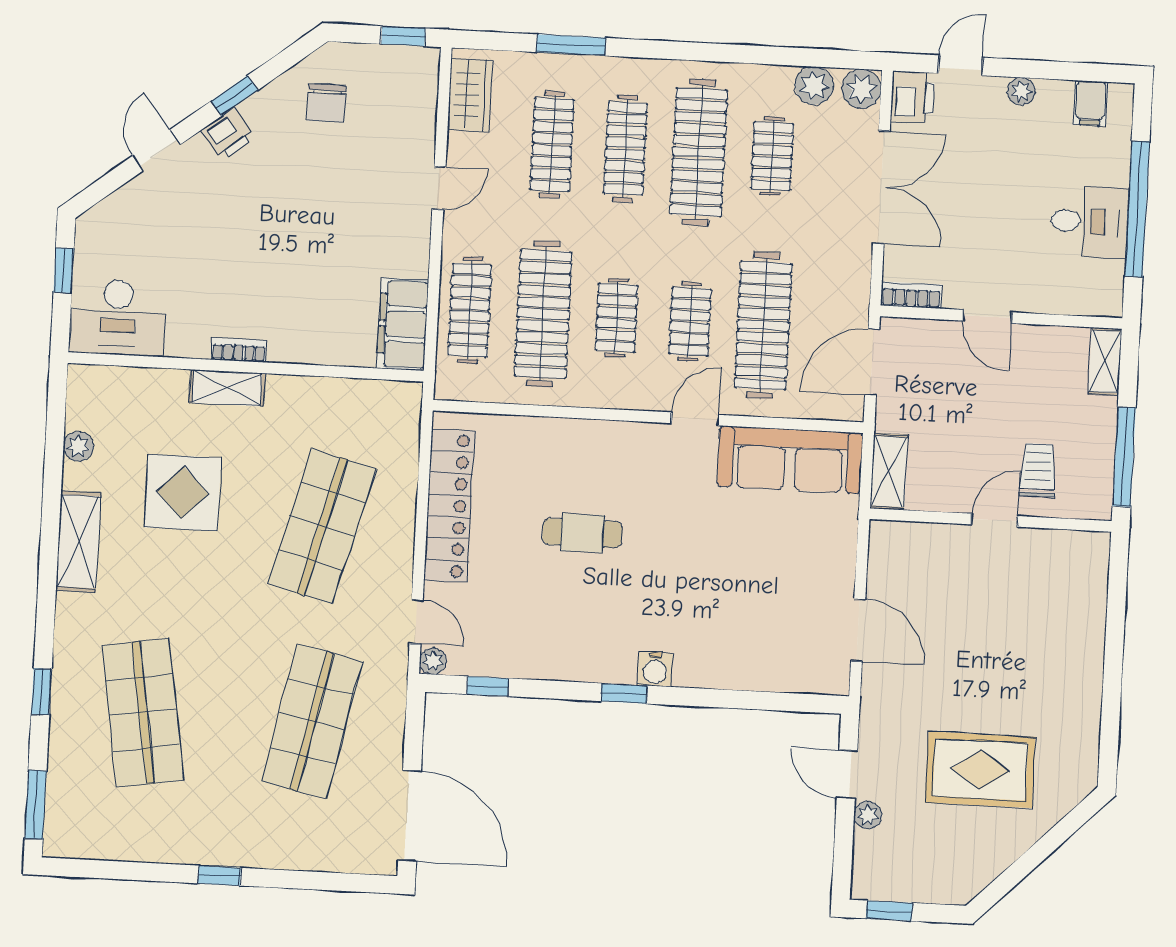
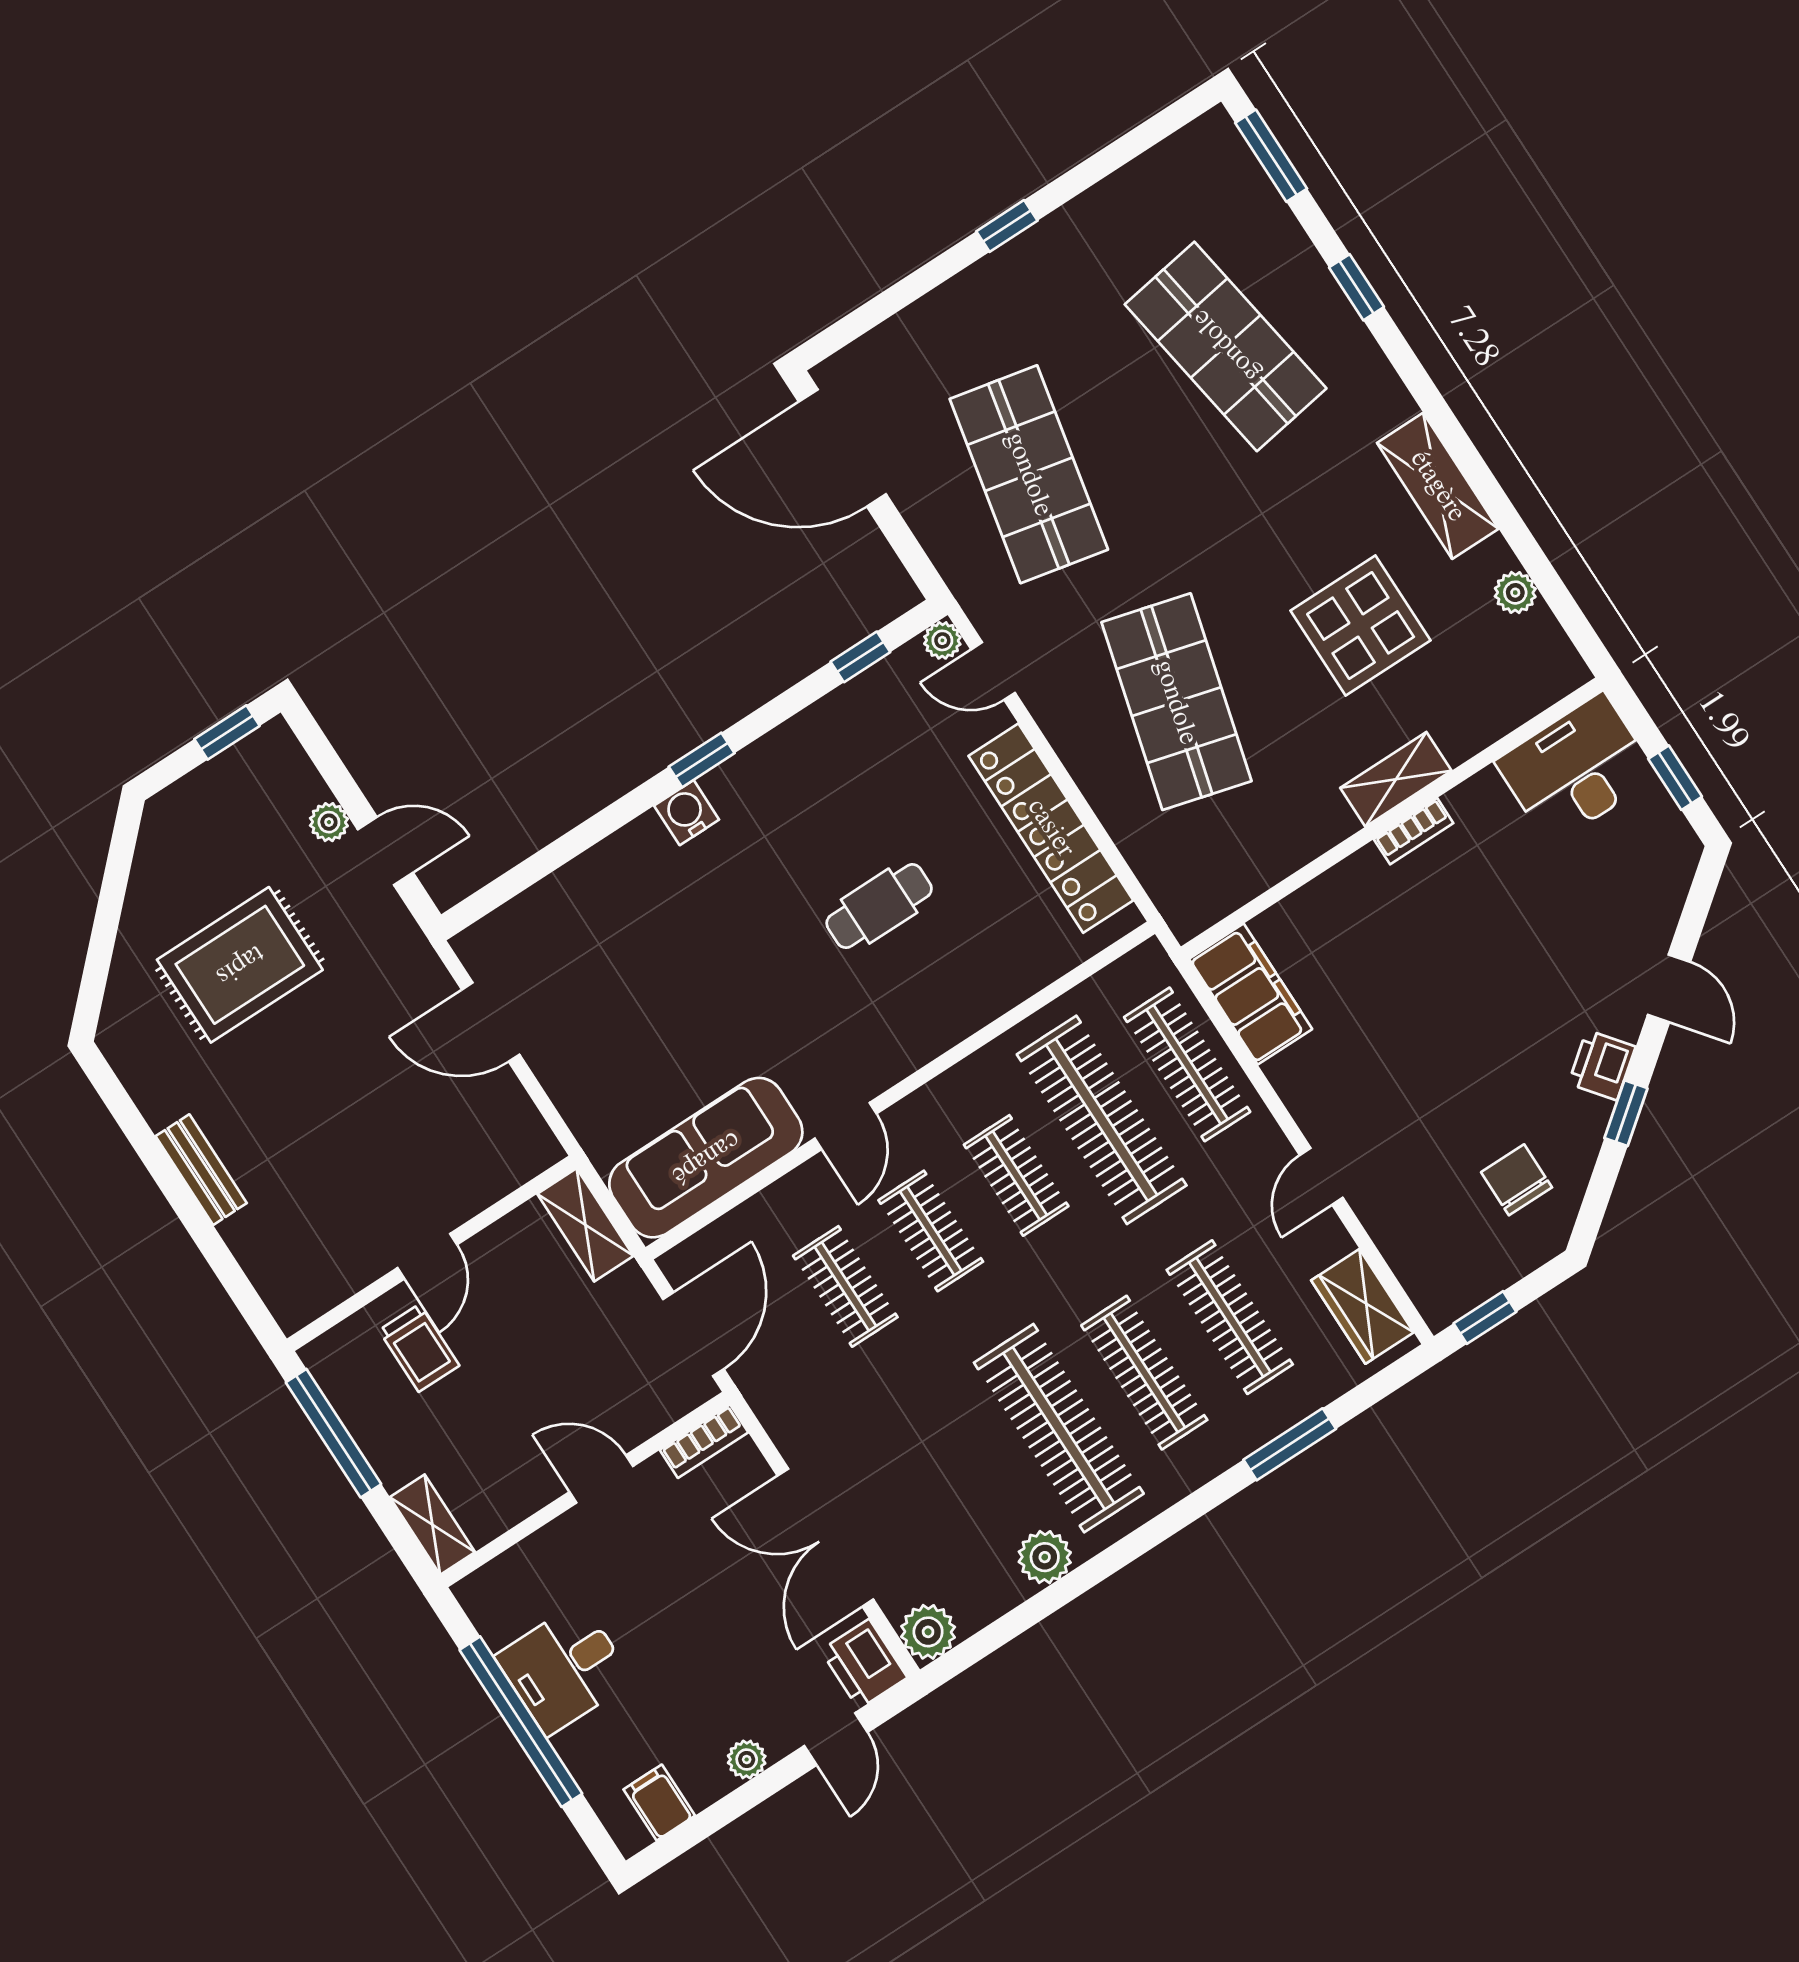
plant: (814, 86) -> (1045, 1557), moved
clothes rail: (772, 156) -> (973, 1484), removed
clothes rail: (763, 325) -> (845, 1286), width x0.54, depth x0.76
bench: (1090, 667) -> (201, 1170), added

